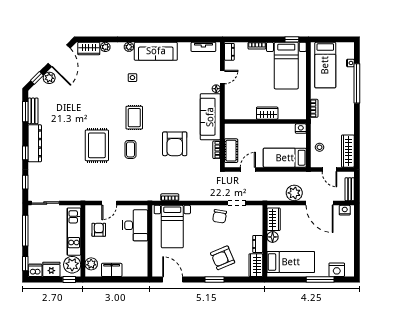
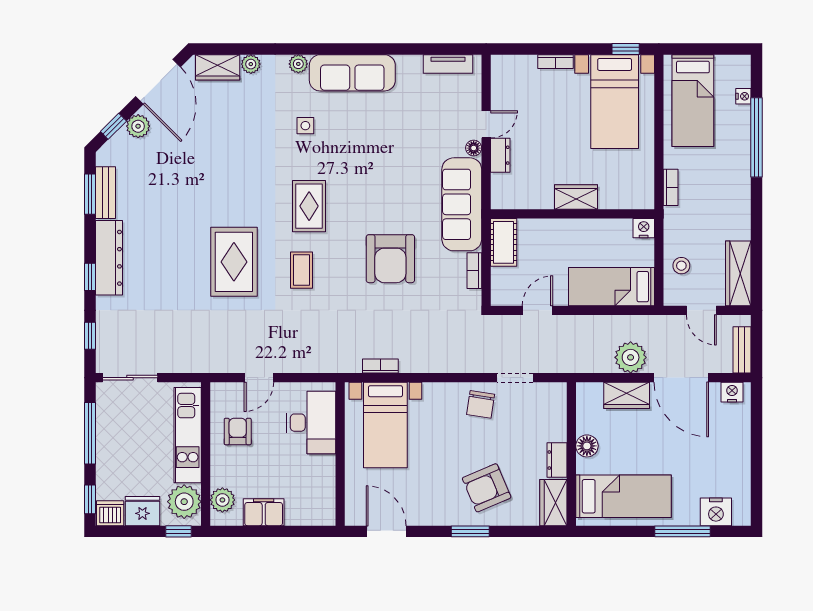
dresser: (229, 52) -> (500, 155), moved
cot: (231, 151) -> (504, 242), moved
wardrobe: (274, 219) -> (627, 395), moved, turned 90

